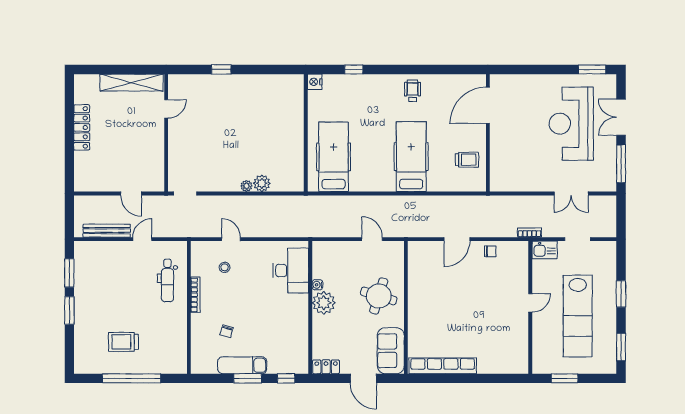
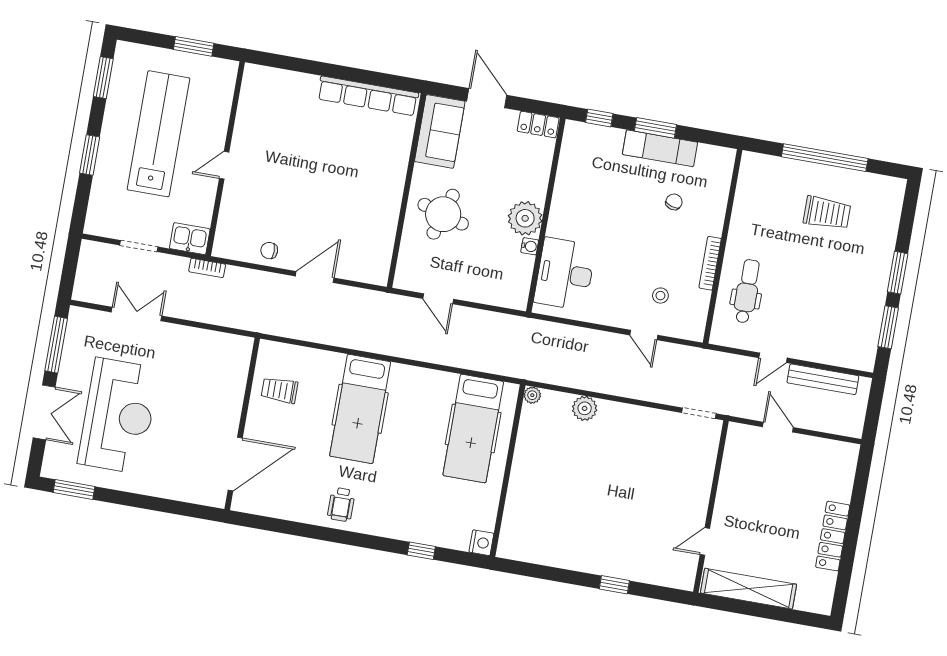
plant: (246, 186) -> (532, 395), moved

